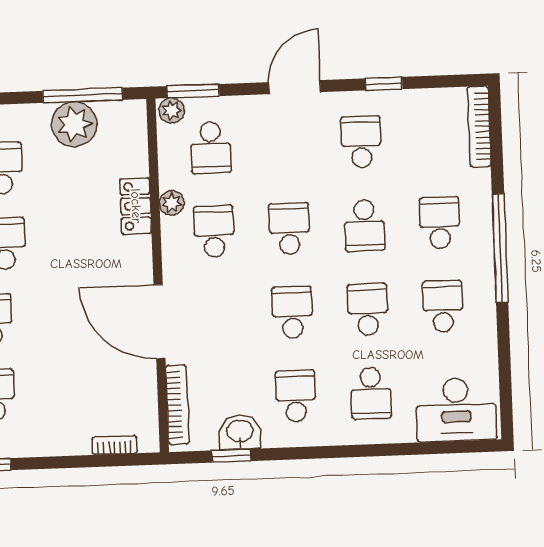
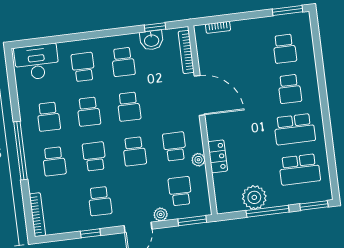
window: (83, 95) -> (268, 211), moved
plant: (172, 111) -> (161, 214), moved
school desk: (214, 231) -> (175, 146), turned 180

